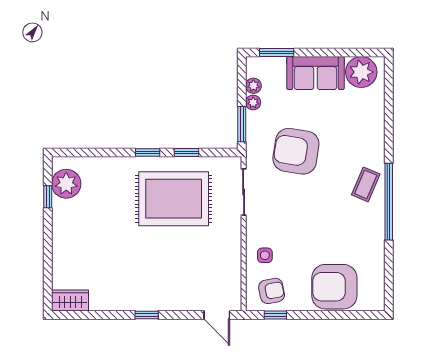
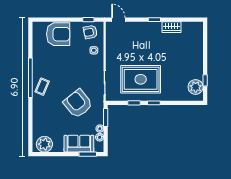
sofa: (315, 73) -> (79, 144), moved
armchair: (296, 151) -> (78, 104), turned -138
wardrobe: (70, 301) -> (171, 27), moved

